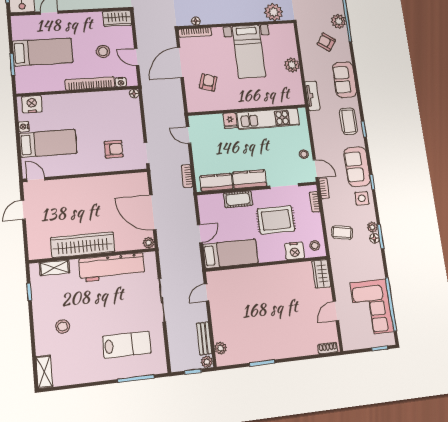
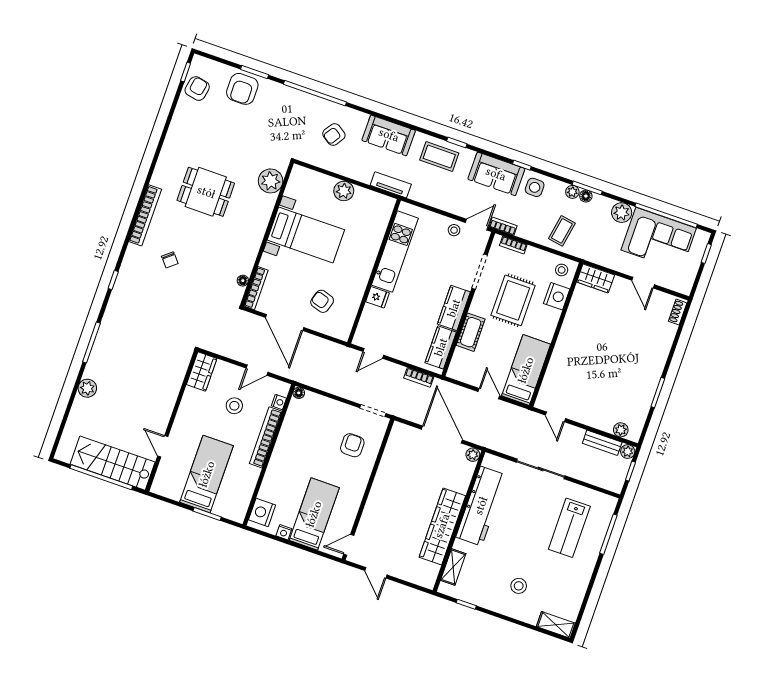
plant: (339, 21) -> (622, 213), moved
door: (153, 212) -> (442, 435), swing flipped
lab bench: (127, 345) -> (569, 528), turned 180

